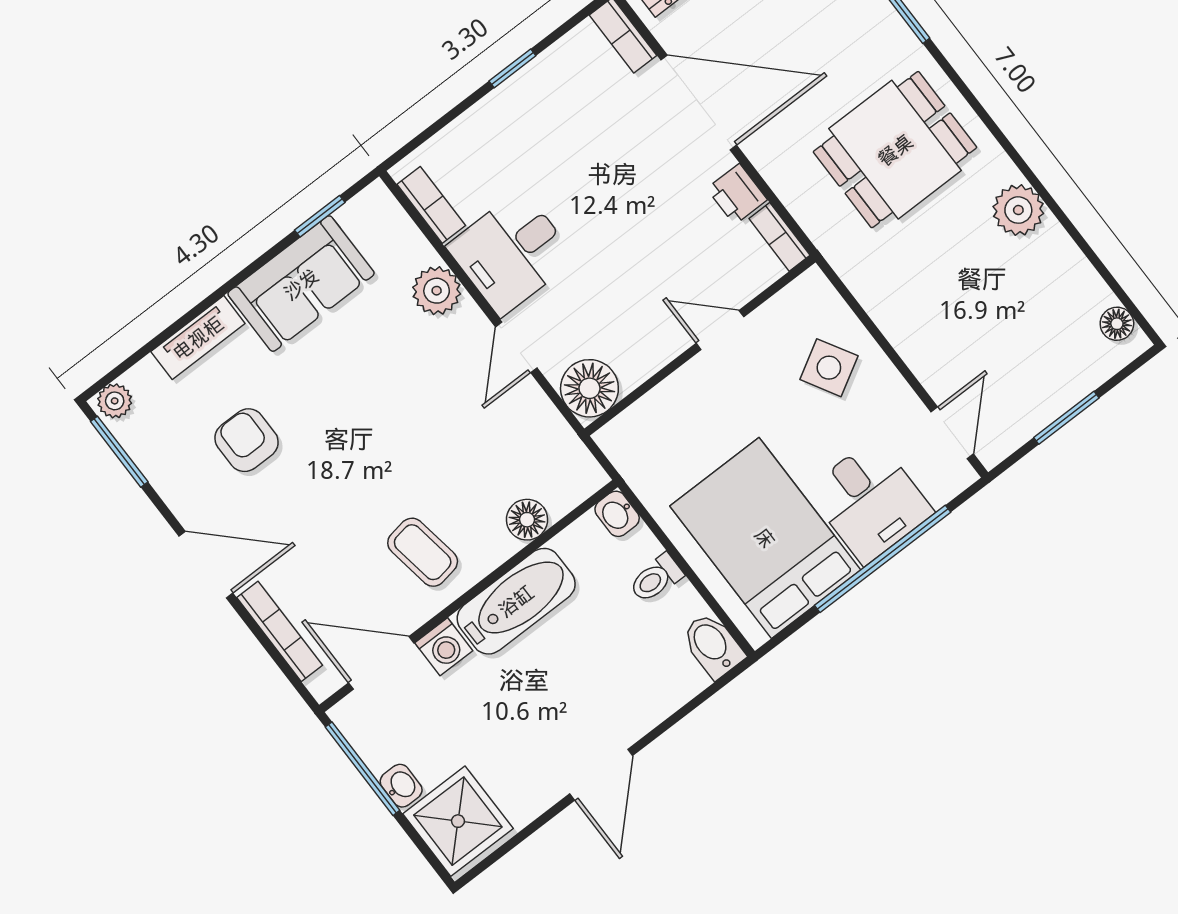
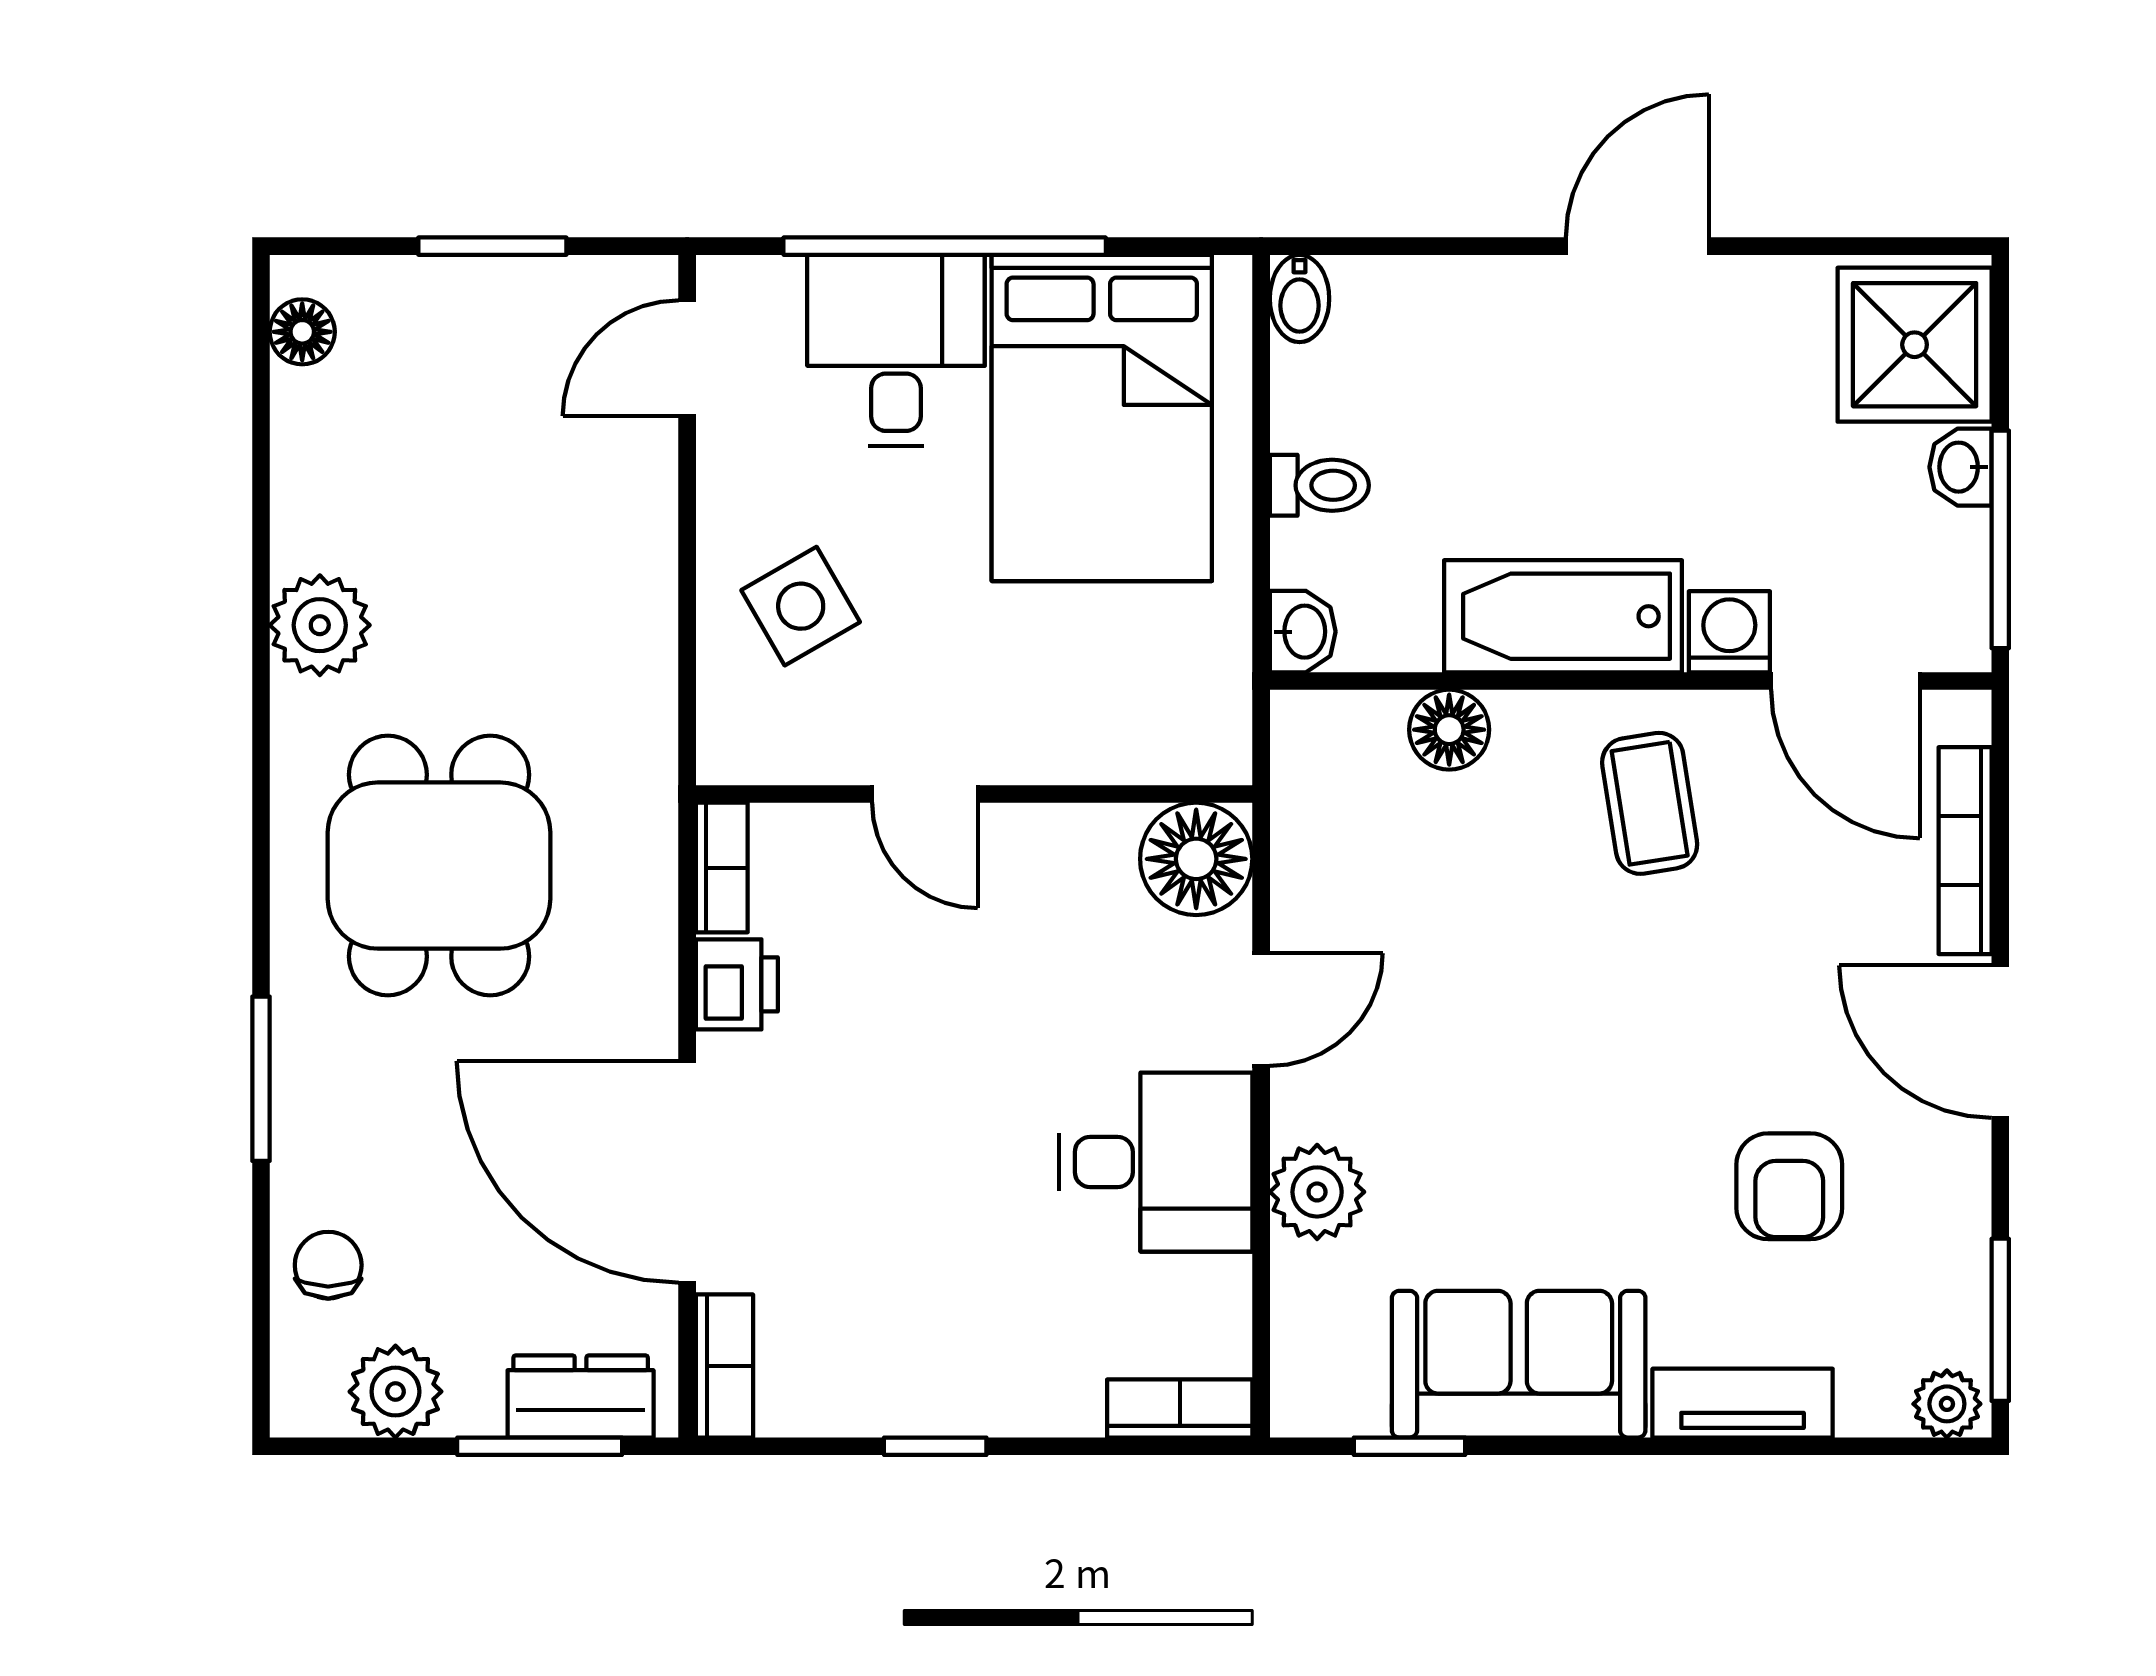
dining table: (895, 150) -> (439, 866), turned 90
bookcase: (431, 205) -> (1180, 1408), moved, turned 90
bidet: (713, 645) -> (1300, 299), width x0.72, depth x0.74

